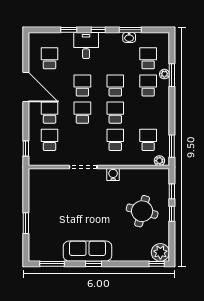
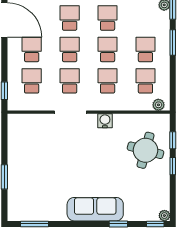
school desk: (148, 85) -> (145, 49), moved
school desk: (82, 140) -> (70, 81), added
window: (172, 146) -> (173, 43), moved
round table: (142, 211) -> (146, 150), moved
sofa: (88, 251) -> (95, 209), moved
plant: (160, 252) -> (164, 216), width x0.53, depth x0.53
window: (93, 264) -> (118, 224), moved

